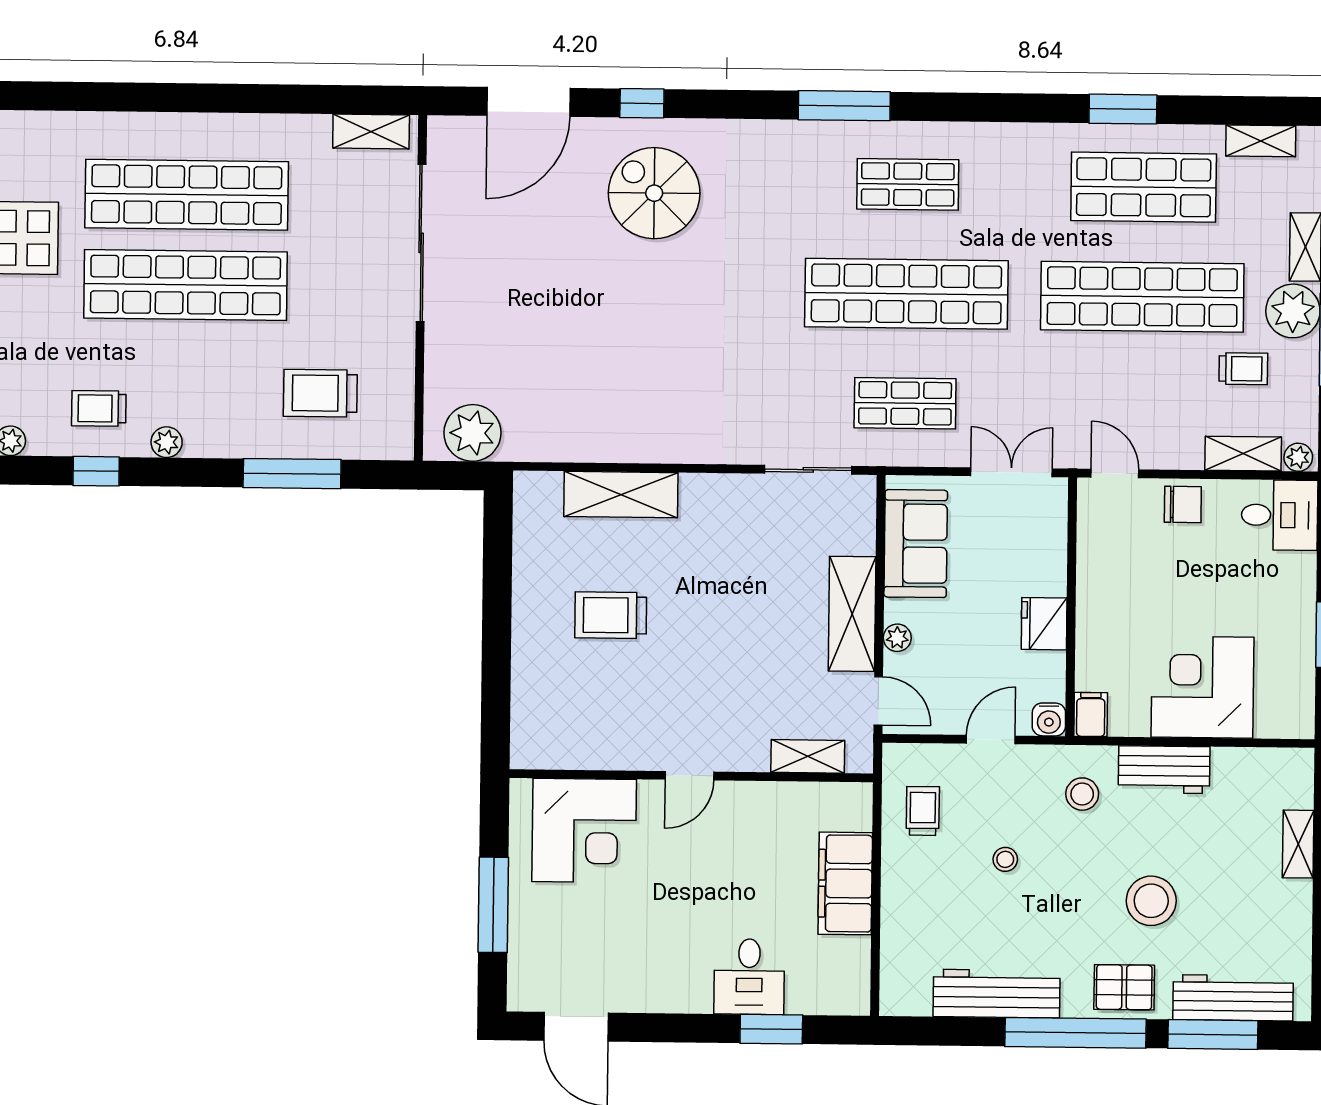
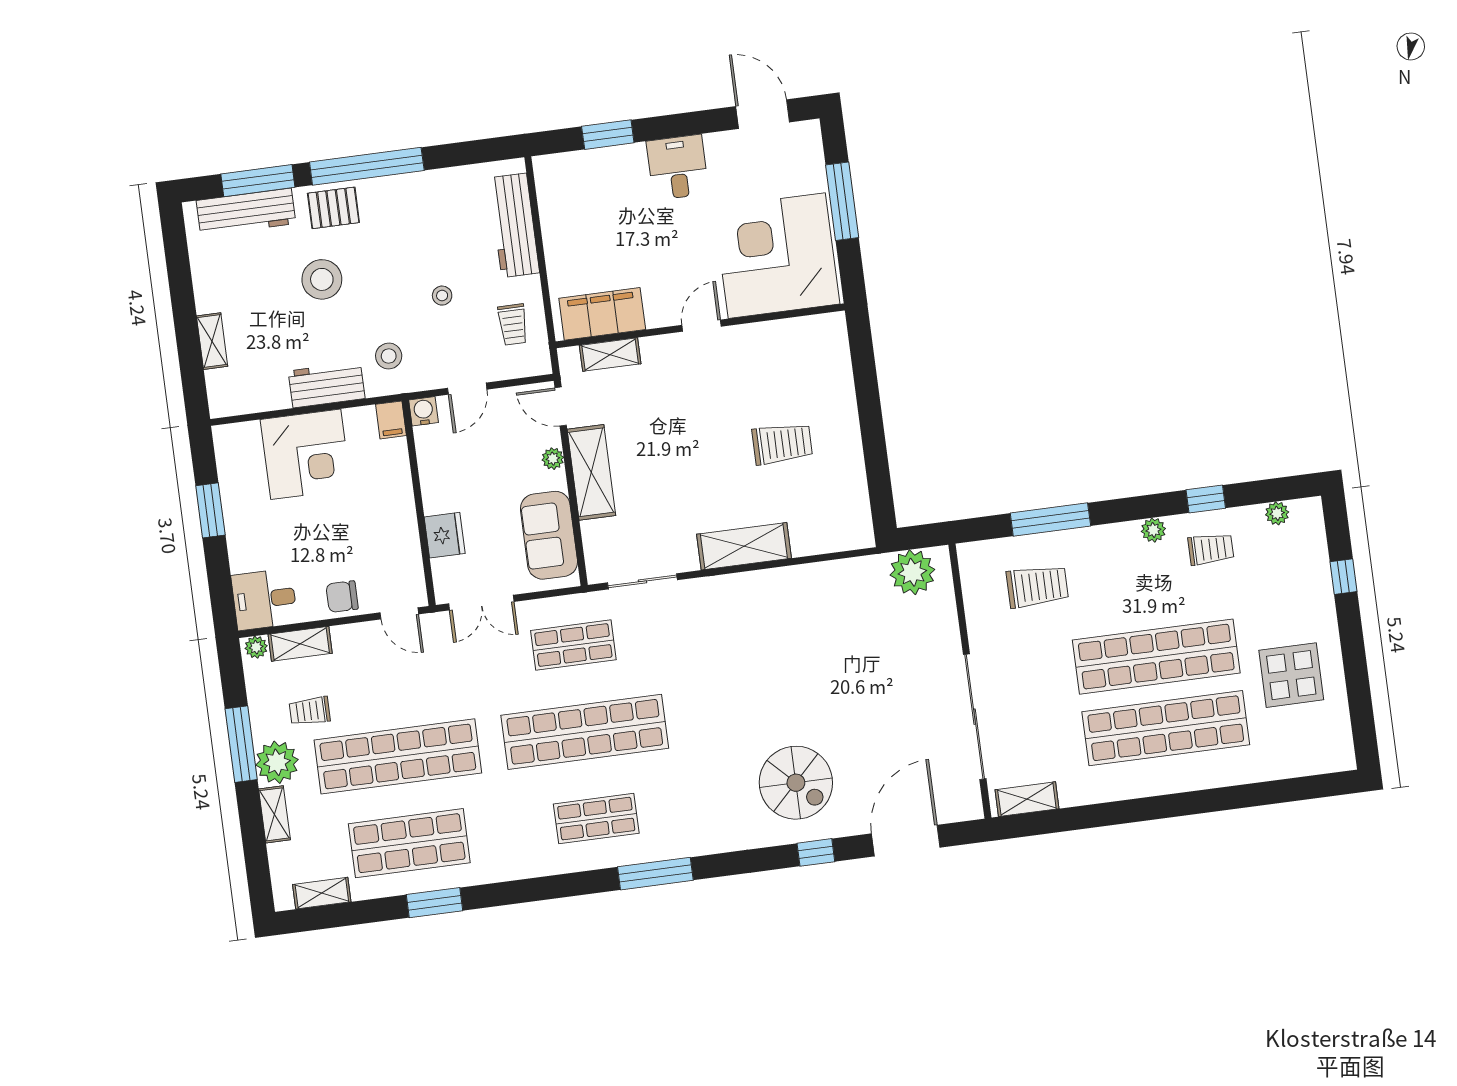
shelving: (621, 495) -> (744, 546), moved
fridge: (1044, 624) -> (445, 535), moved
corner desk: (584, 830) -> (777, 256), width x1.36, depth x1.36
filing cabinet: (845, 883) -> (602, 314), moved, turned -90
desk: (749, 977) -> (678, 167), moved
workbench: (997, 994) -> (514, 225), moved, turned 90

